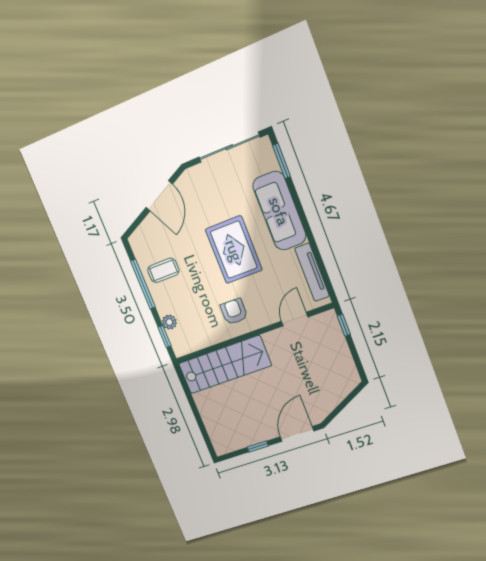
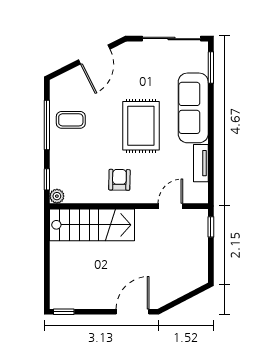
tv unit: (312, 272) -> (201, 163), width x0.71
plant: (169, 322) -> (57, 196), moved
window: (258, 447) -> (64, 312), moved

